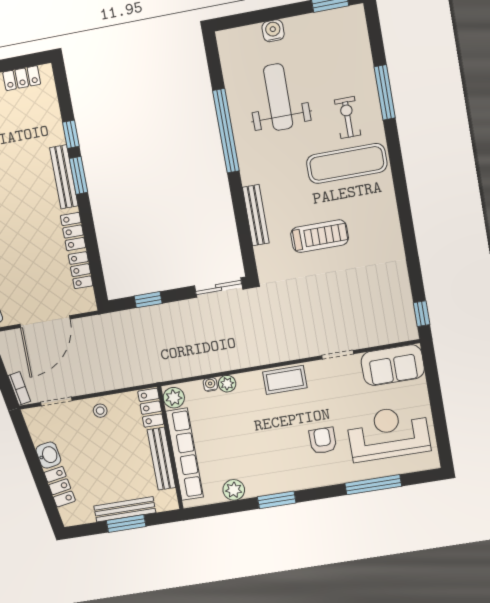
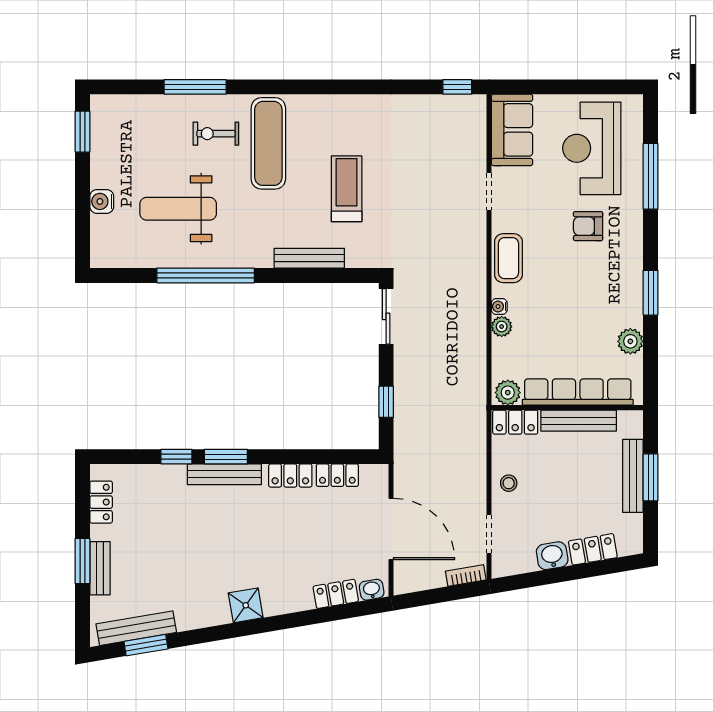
water cooler: (210, 385) -> (499, 307), moved

